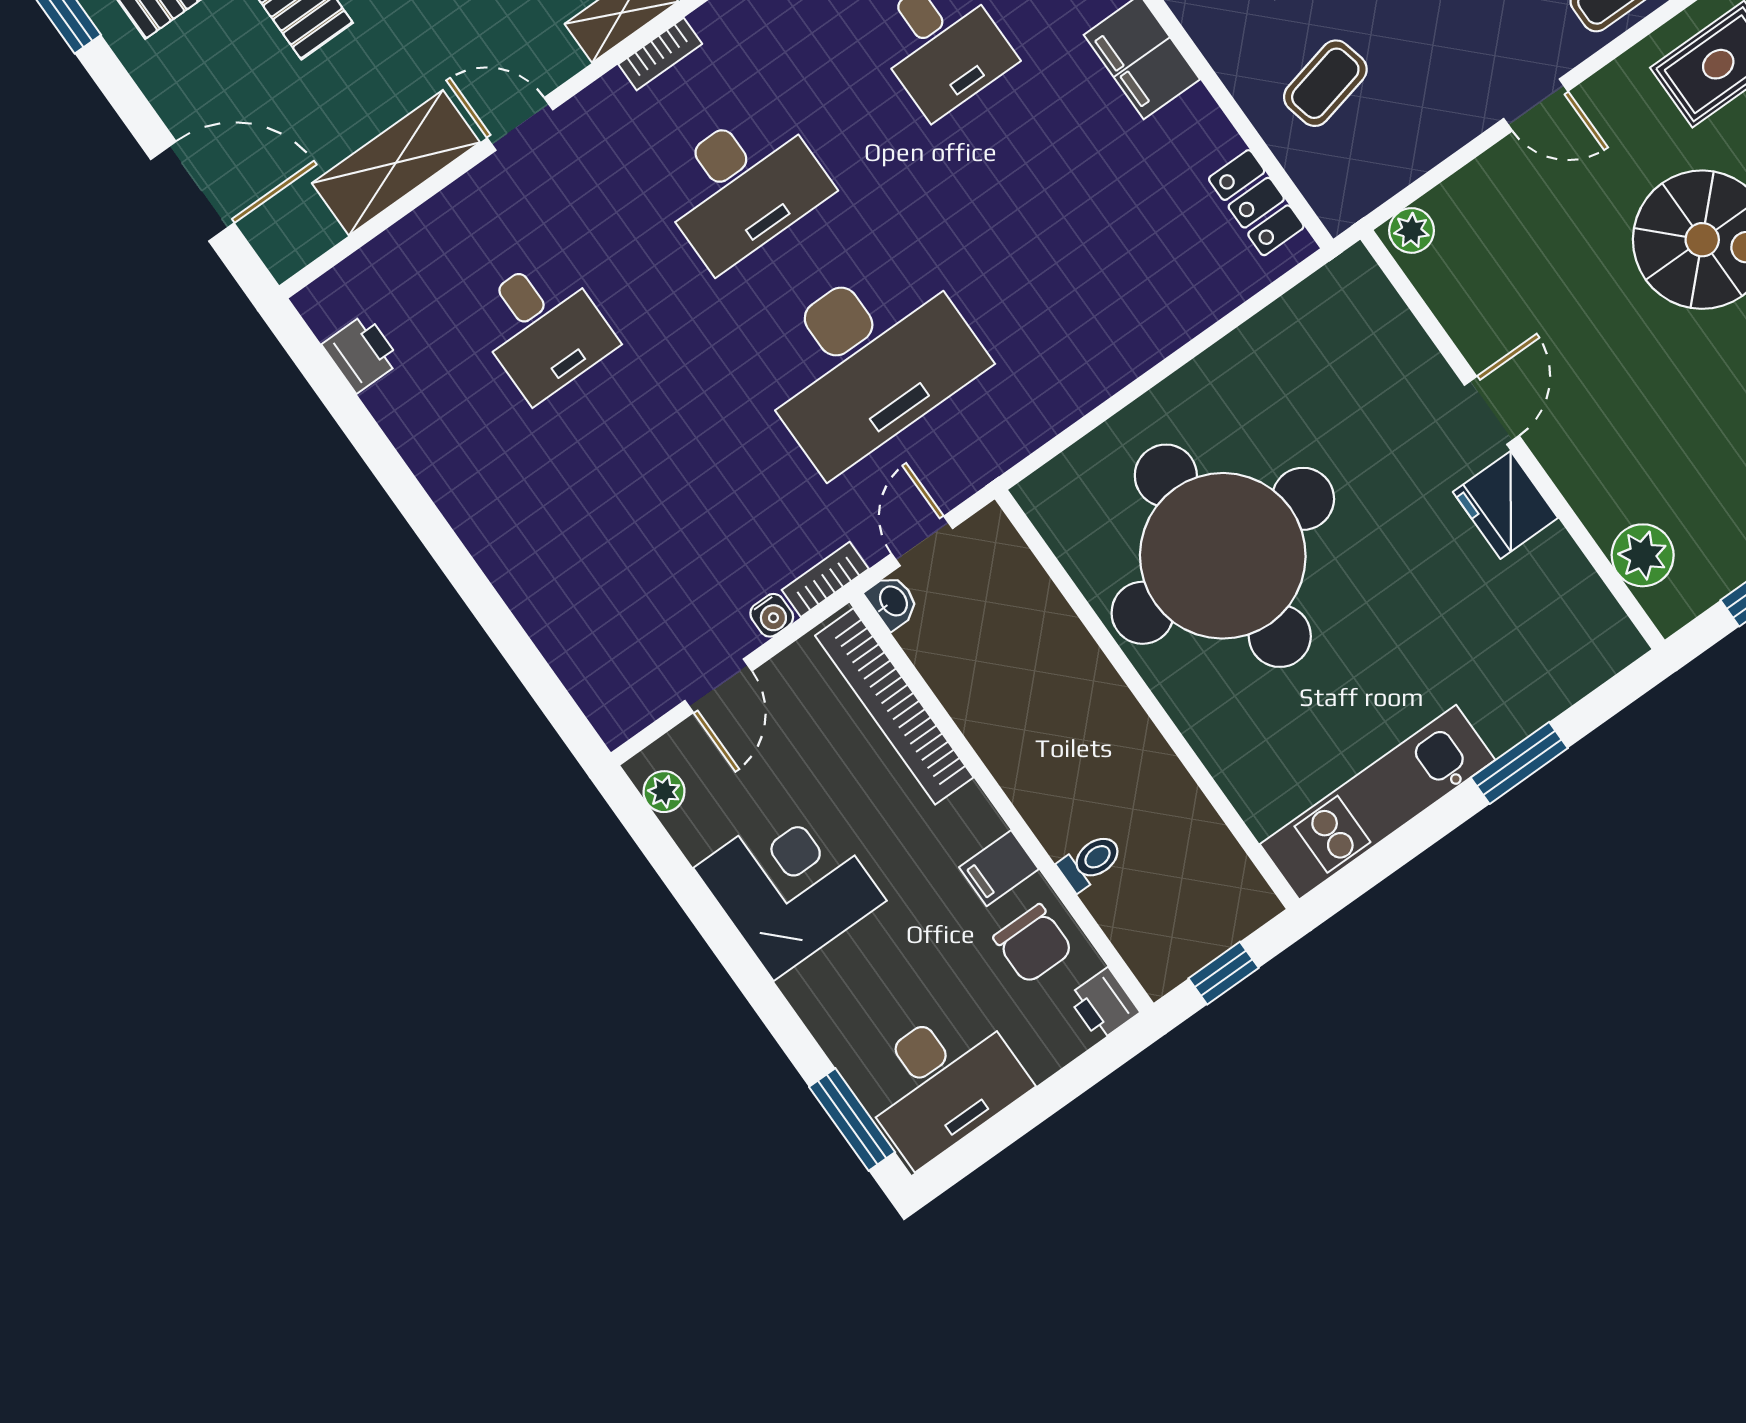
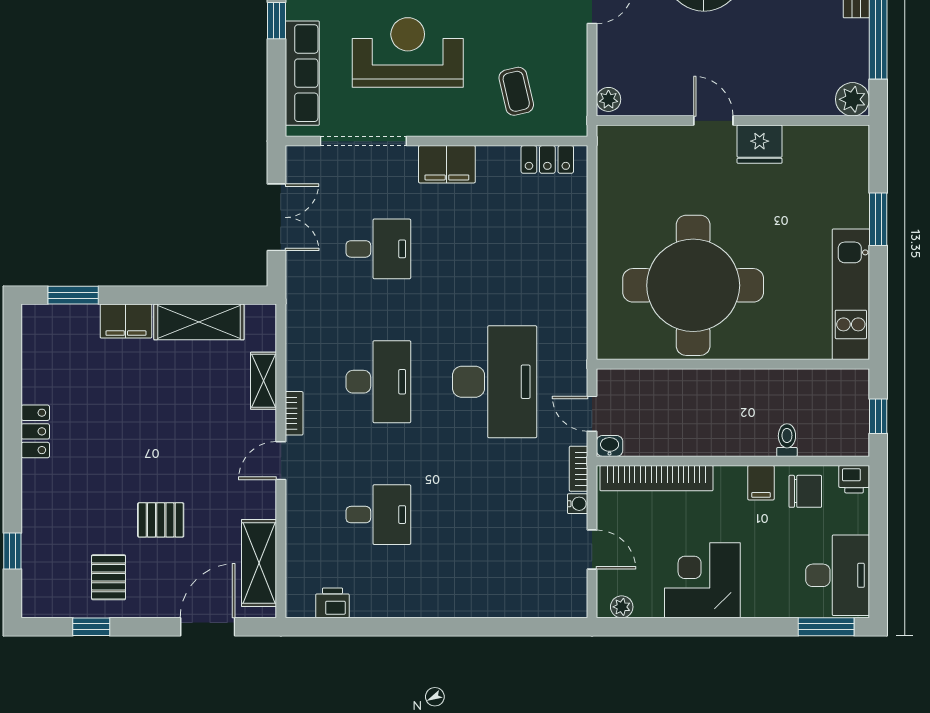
bookcase: (660, 54) -> (294, 413), moved
shelving: (396, 163) -> (259, 563), moved
plant: (1643, 555) -> (852, 99), moved

